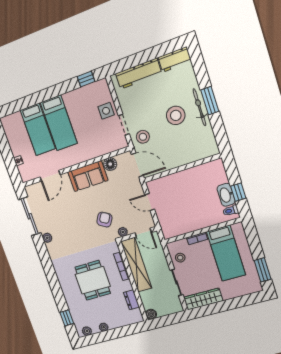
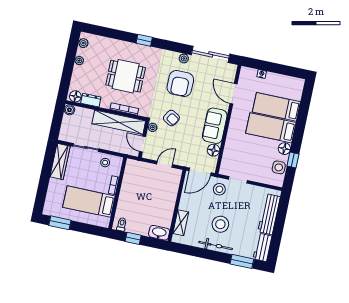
window: (86, 79) -> (293, 160), moved
floor lamp: (69, 98) -> (284, 149), added
window: (210, 101) -> (242, 261), moved
side table: (106, 111) -> (279, 167), moved
shelving: (197, 155) -> (181, 223), added
washbasin: (226, 195) -> (159, 233), moved
armchair: (70, 229) -> (180, 84), added
door: (143, 233) -> (143, 144), hinge flipped
floor lamp: (136, 315) -> (75, 96), added
window: (67, 318) -> (144, 40), moved

